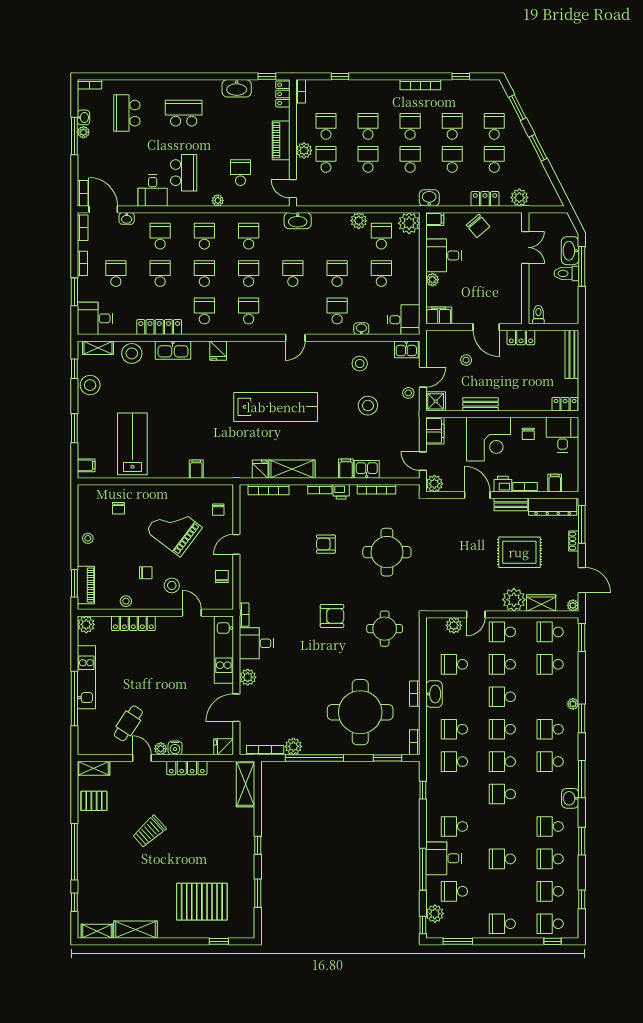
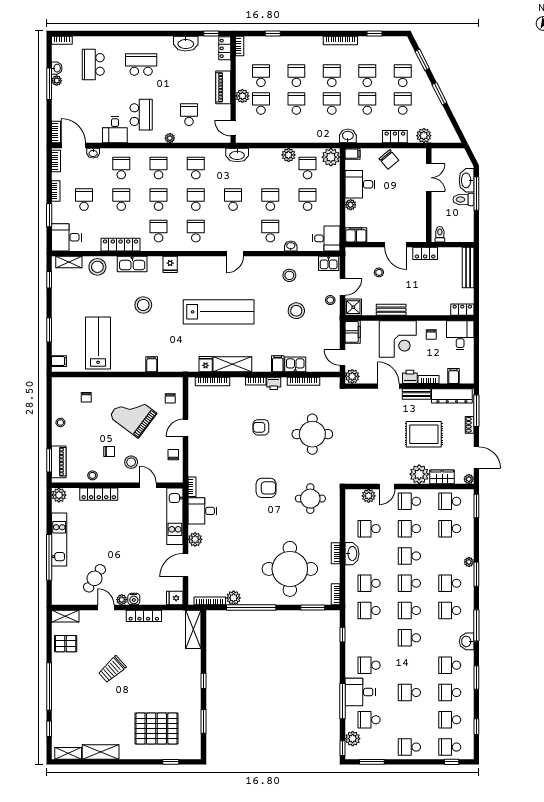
stool: (90, 385) -> (143, 305), moved

